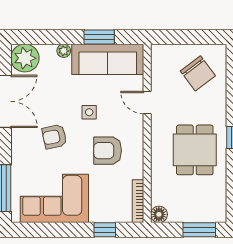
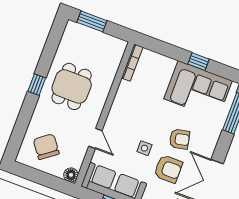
armchair: (108, 151) -> (168, 169), moved
floor lamp: (159, 214) -> (71, 175), moved
window: (105, 230) -> (199, 62), moved

